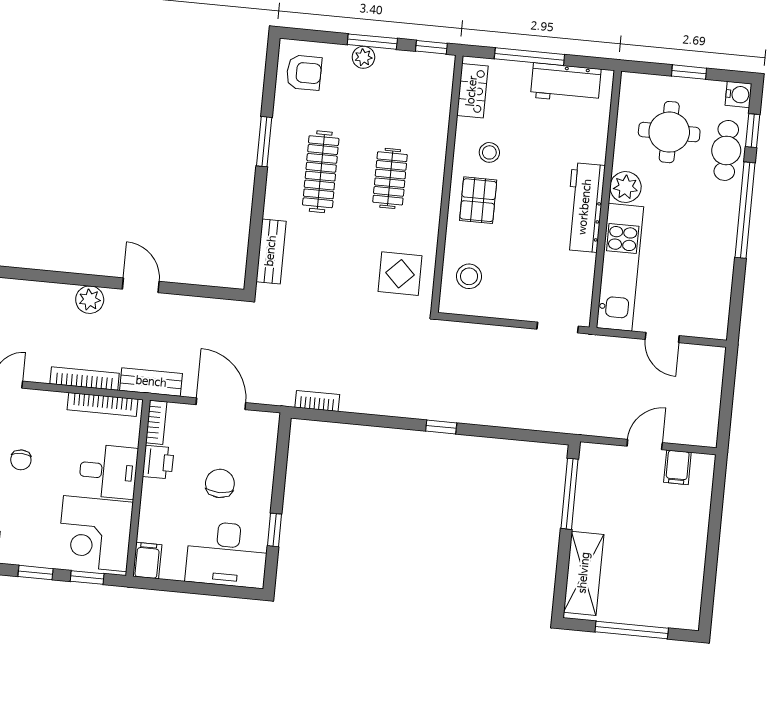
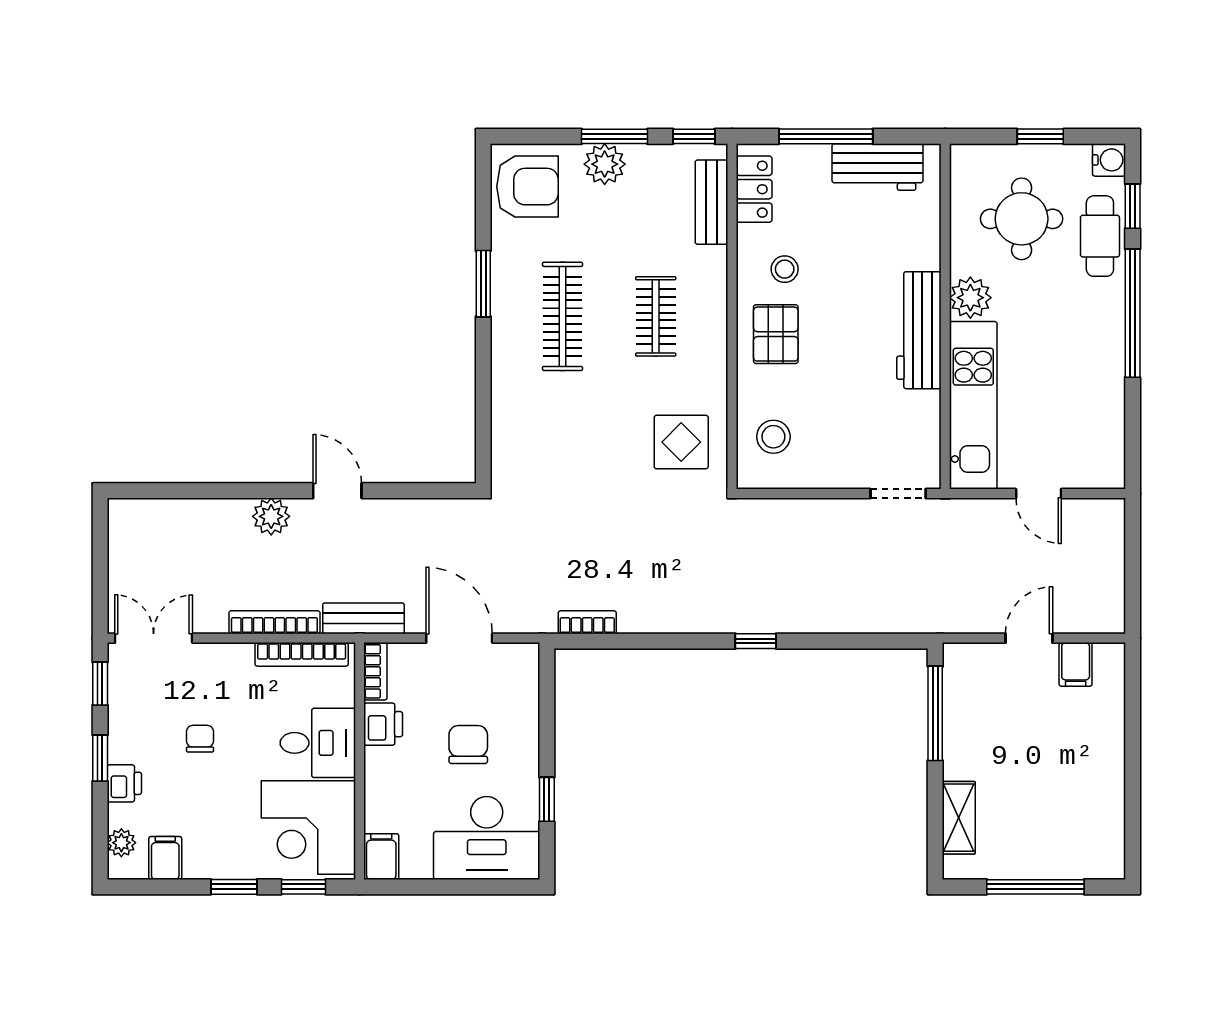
plant: (363, 57) -> (605, 164), width x1.38, depth x1.38
armchair: (304, 73) -> (527, 187), width x1.38, depth x1.38
bench: (271, 251) -> (712, 202), moved
chair: (21, 460) -> (200, 739), turned 180
shelving: (584, 573) -> (959, 818), width x0.67, depth x0.75

